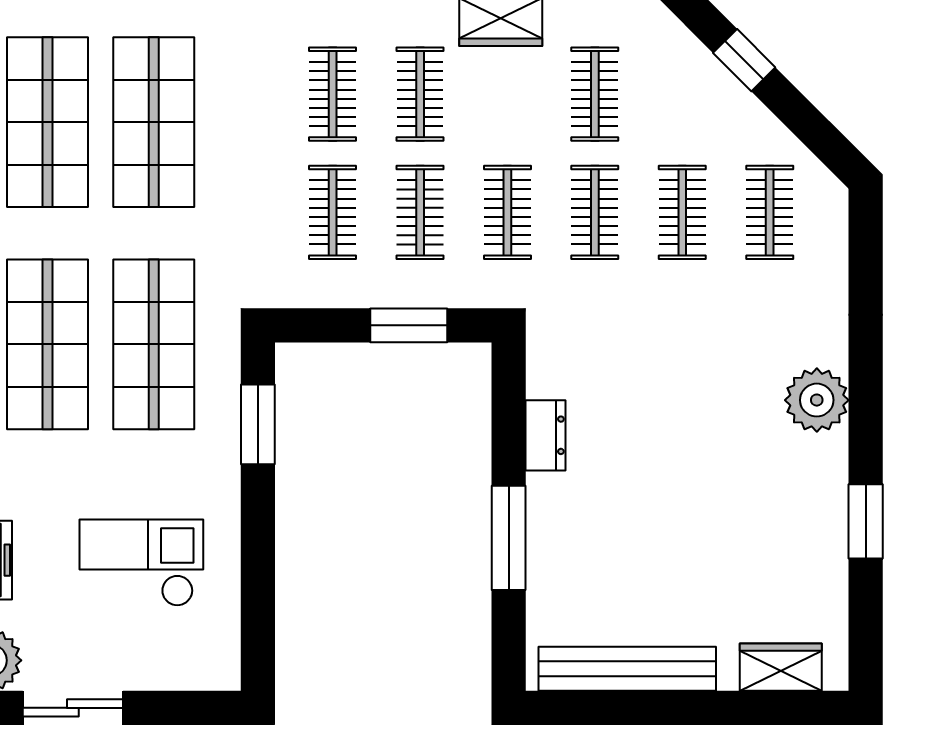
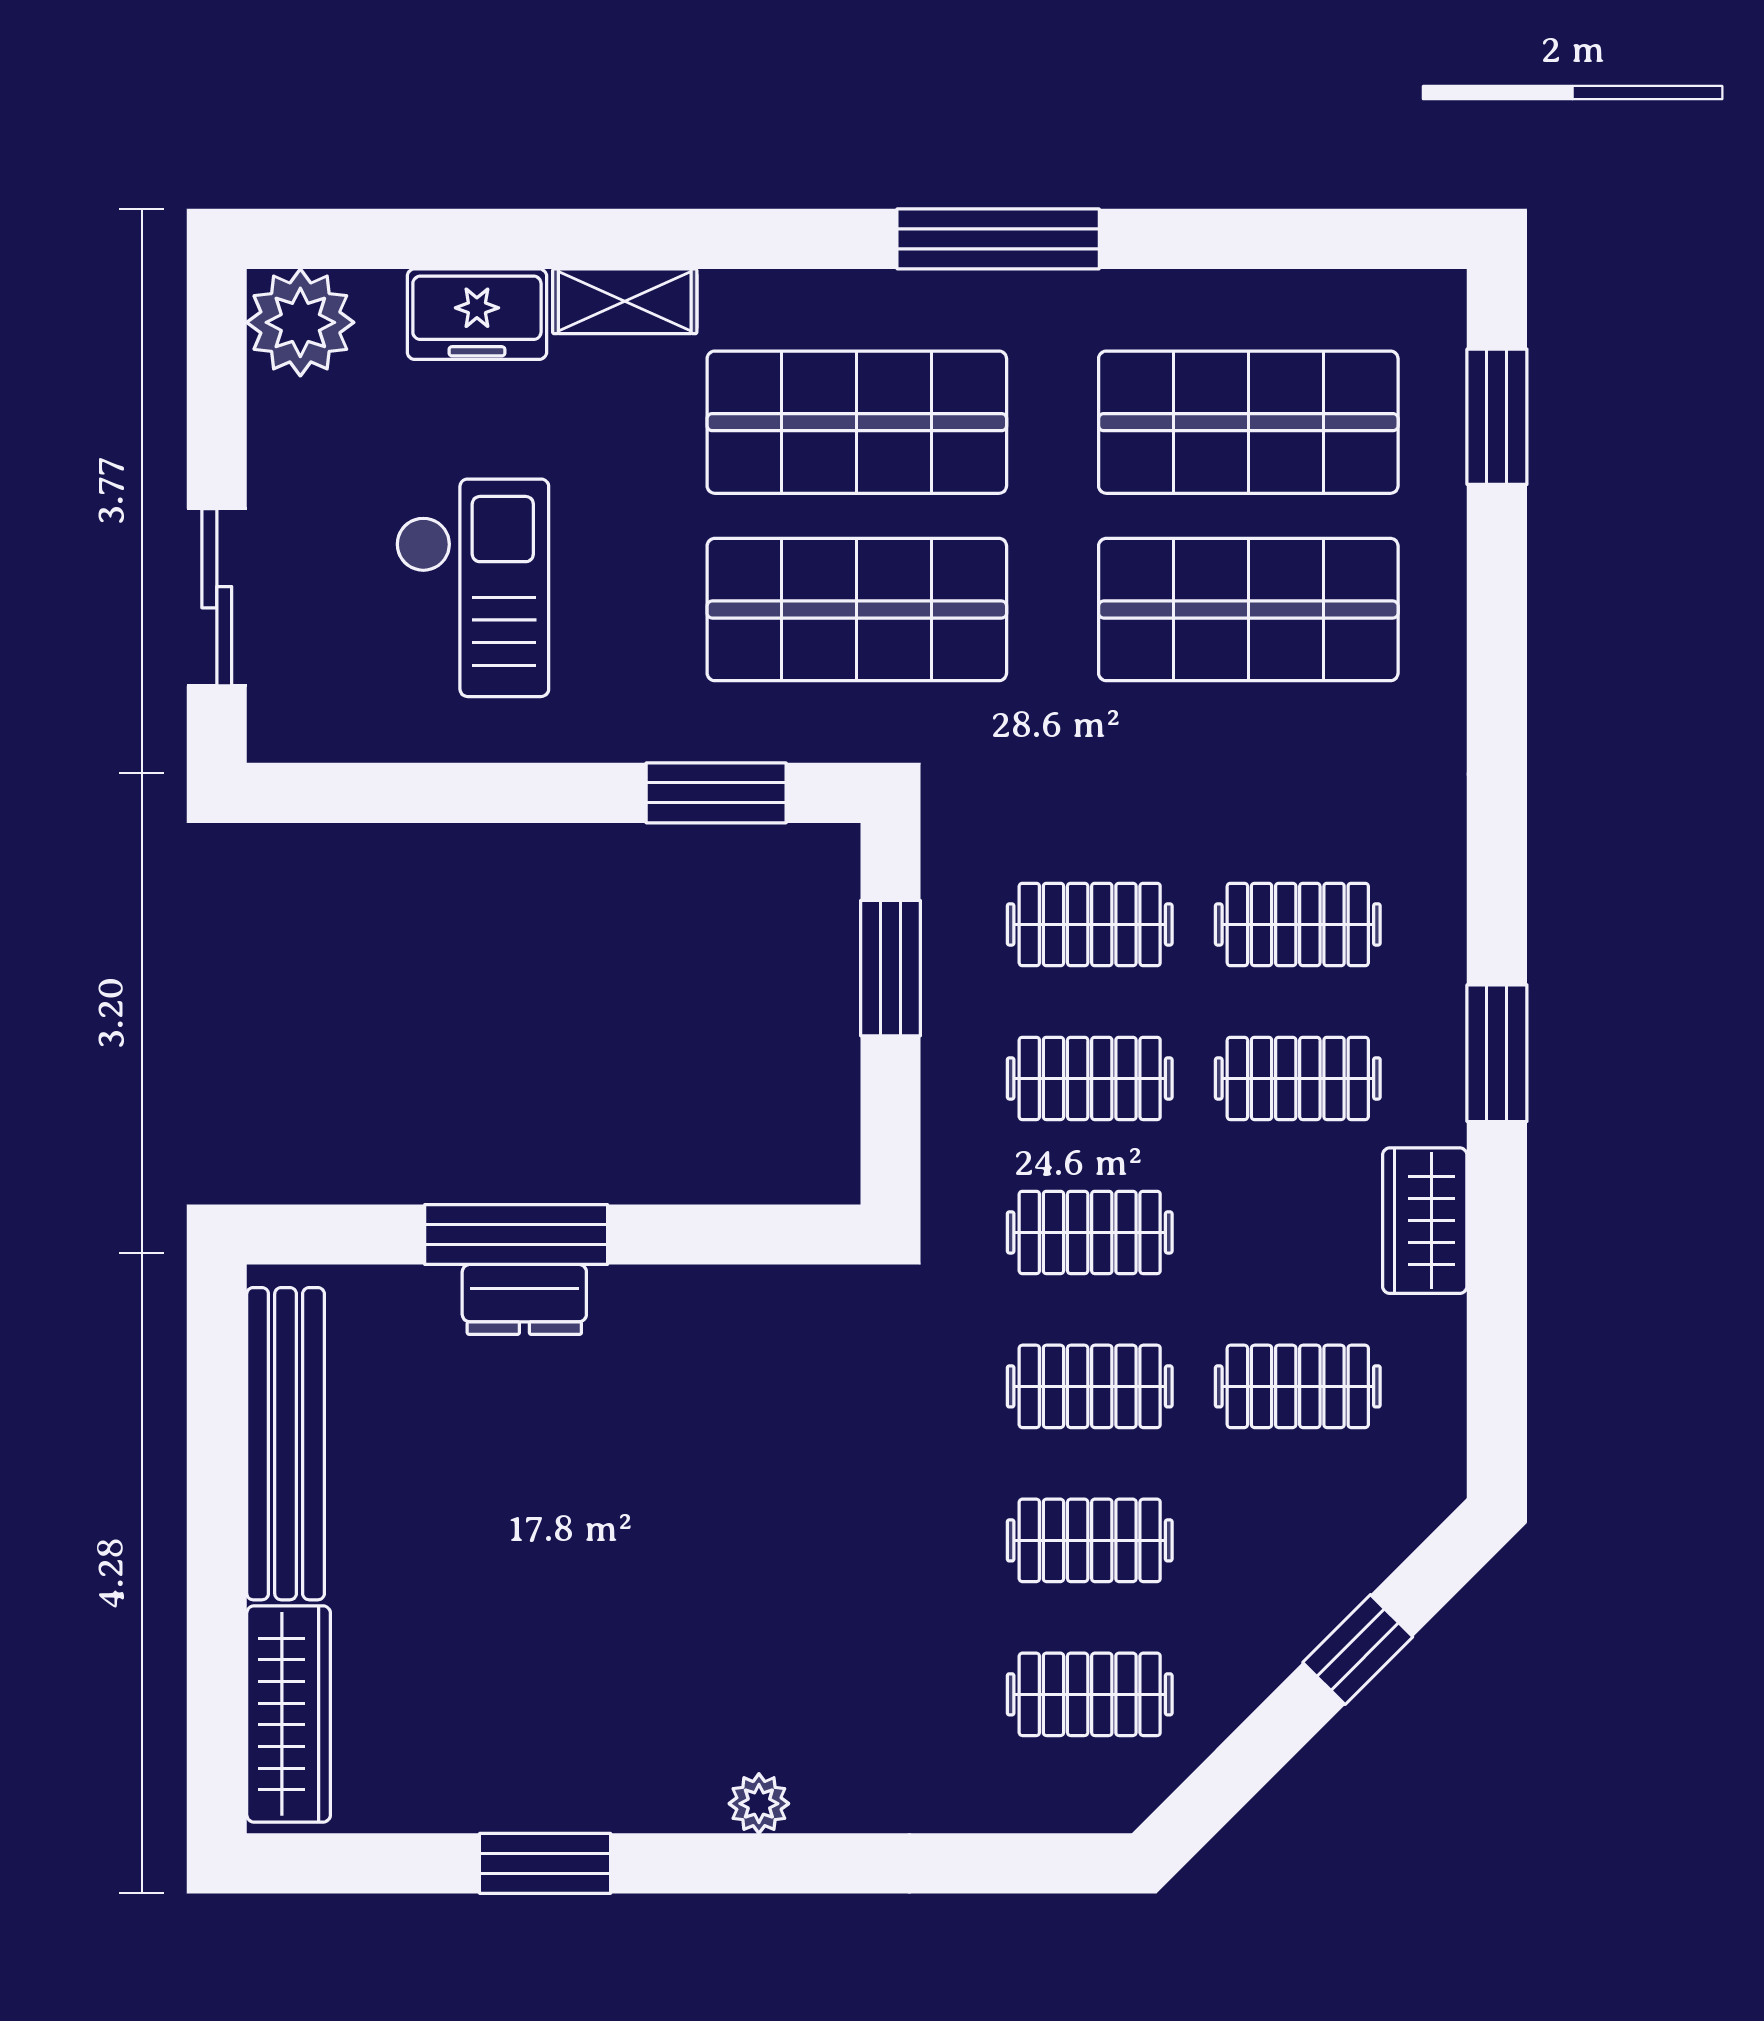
window: (409, 325) -> (891, 968), moved
plant: (817, 400) -> (759, 1804), width x0.53, depth x0.53
dresser: (545, 435) -> (524, 1299), moved
wardrobe: (781, 667) -> (289, 1714), width x1.50
sliding door: (73, 708) -> (217, 597), moved

